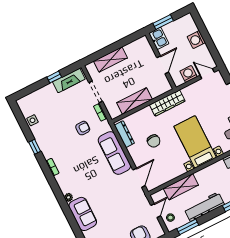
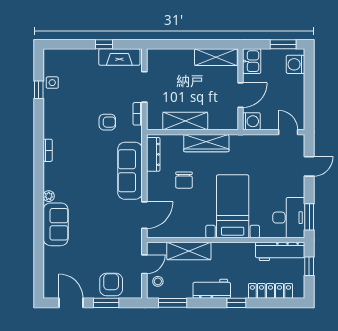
window: (163, 22) -> (283, 44), moved
washing machine: (196, 40) -> (296, 64), moved
shelving: (110, 60) -> (216, 57), moved
washing machine: (188, 74) -> (251, 121), moved, turned 90
wardrobe: (167, 103) -> (206, 143), moved
window: (35, 147) -> (39, 90), moved
workbench: (204, 207) -> (212, 289), width x0.73

